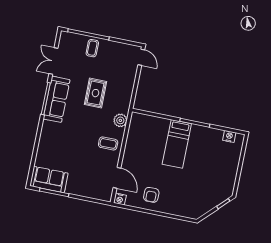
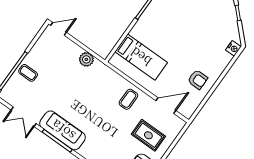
rug: (95, 93) -> (148, 135), moved
plant: (120, 120) -> (86, 59), moved
bed: (177, 144) -> (141, 57), moved
nightstand: (120, 199) -> (233, 48), moved

